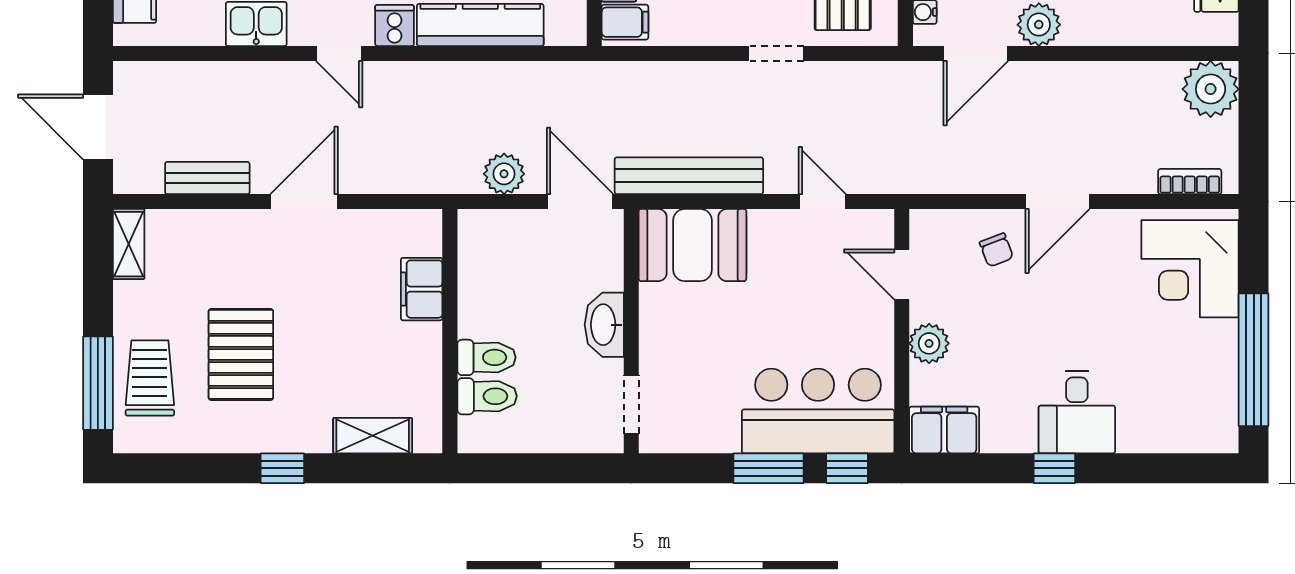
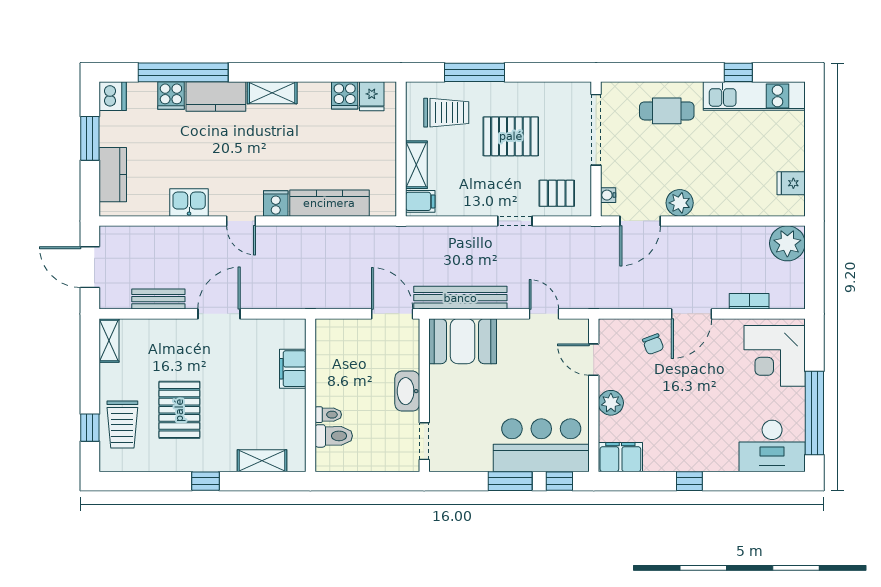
plant: (504, 174) -> (344, 296), removed
bookcase: (1190, 182) -> (749, 301), moved
toilet: (486, 357) -> (328, 415), width x0.73, depth x0.72
trolley: (150, 378) -> (122, 424), turned 180
window: (98, 383) -> (90, 428), width x0.46
desk: (1077, 412) -> (772, 446), moved, width x1.37

